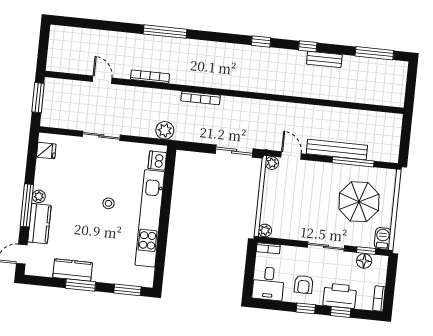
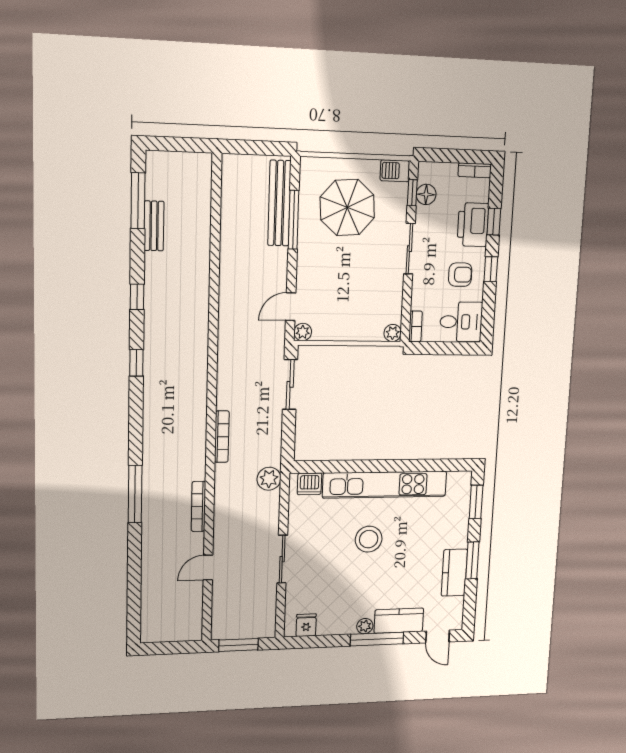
bench: (324, 59) -> (154, 226), moved
bench: (337, 150) -> (279, 203), moved
stool: (108, 203) -> (369, 539), width x1.89, depth x1.89

